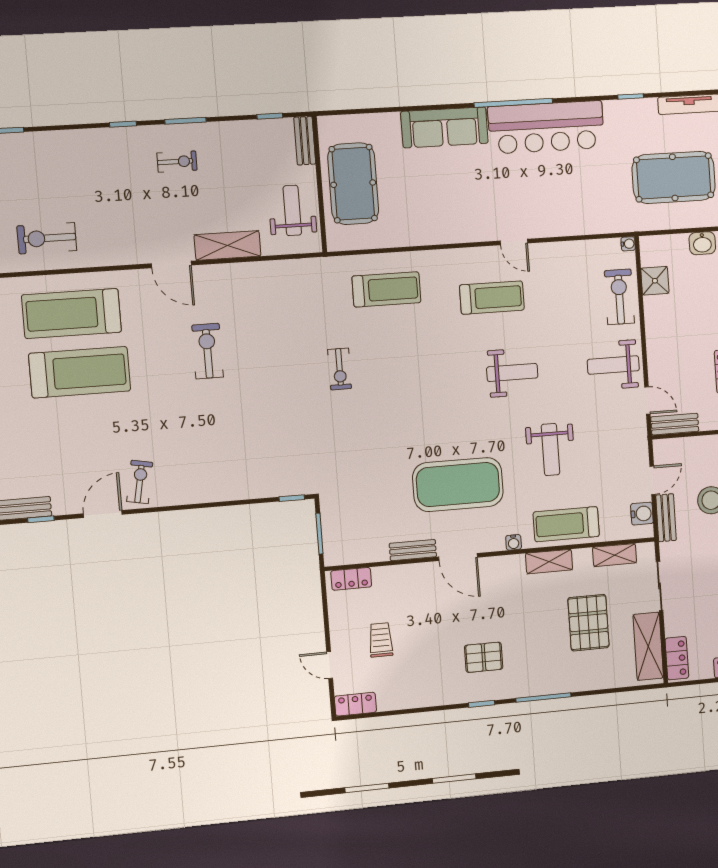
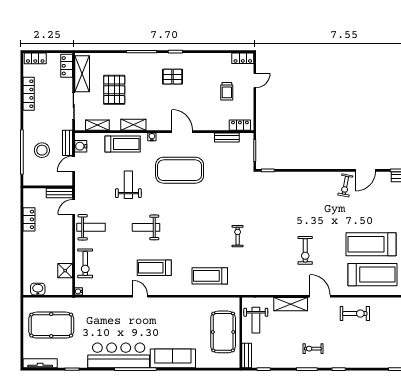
exercise bike: (47, 238) -> (355, 314), moved
door: (647, 400) -> (74, 207), hinge flipped
bench: (413, 550) -> (227, 137), moved
door: (330, 665) -> (255, 80), hinge flipped

